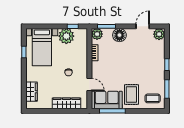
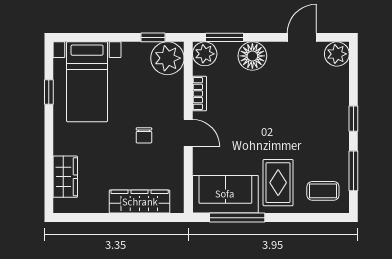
plant: (66, 36) -> (167, 58), moved
door: (89, 85) -> (188, 133), moved

